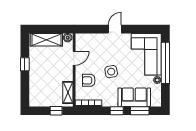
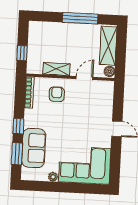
door: (74, 58) -> (84, 78), swing flipped
window: (165, 63) -> (73, 188), removed
window: (25, 64) -> (80, 18), width x2.17
side table: (111, 72) -> (66, 122), removed
shelving: (68, 92) -> (56, 69), moved

